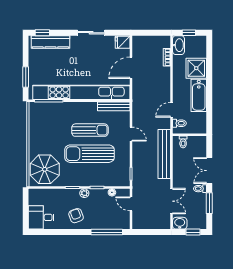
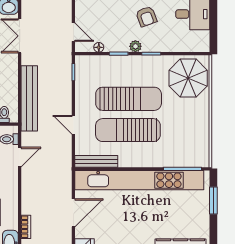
sun lounger: (90, 130) -> (128, 130), width x1.36, depth x1.34

